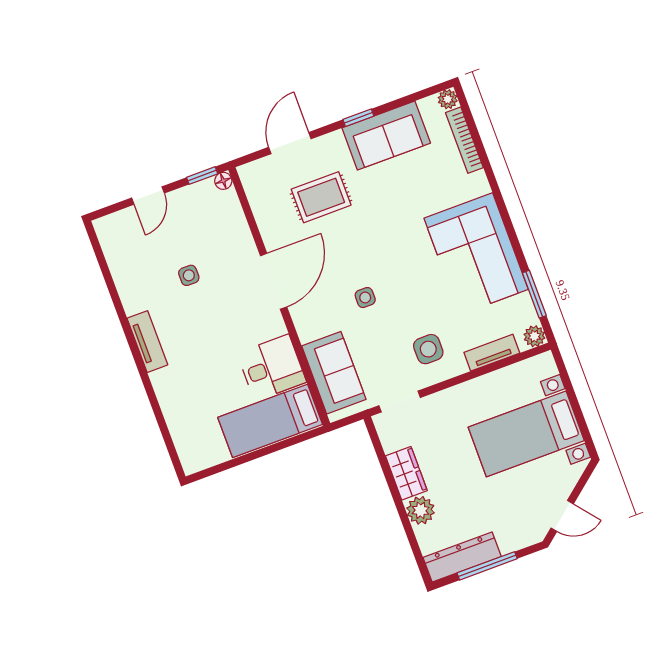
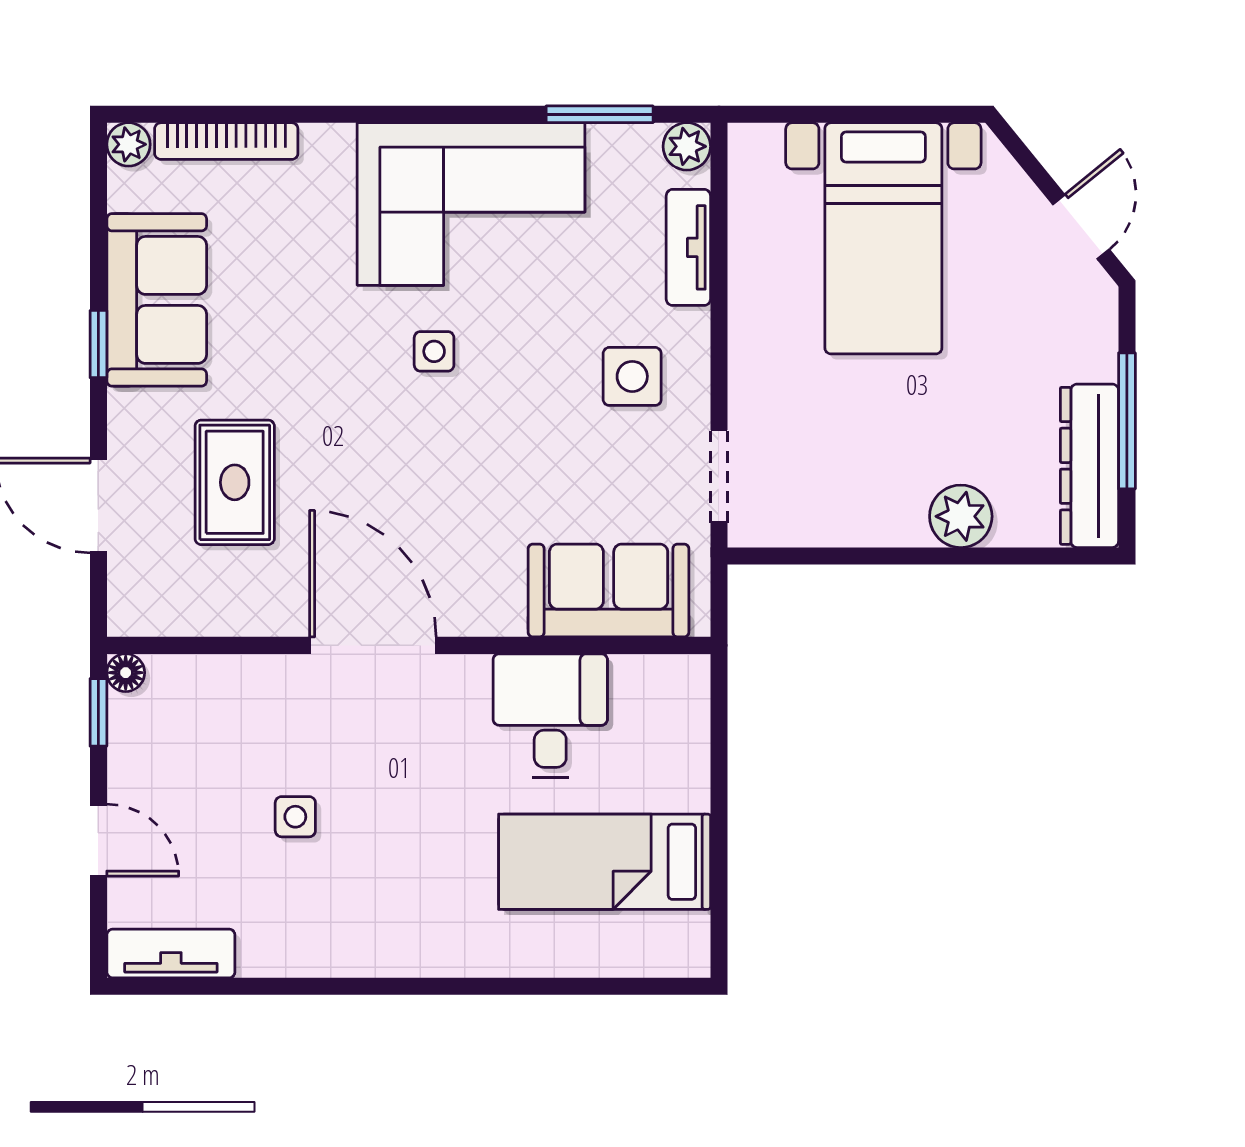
side table: (365, 298) -> (434, 351), moved
tv unit: (147, 342) -> (171, 954), moved
bed: (270, 421) -> (605, 862), moved, turned 90
wardrobe: (406, 473) -> (873, 517), removed

